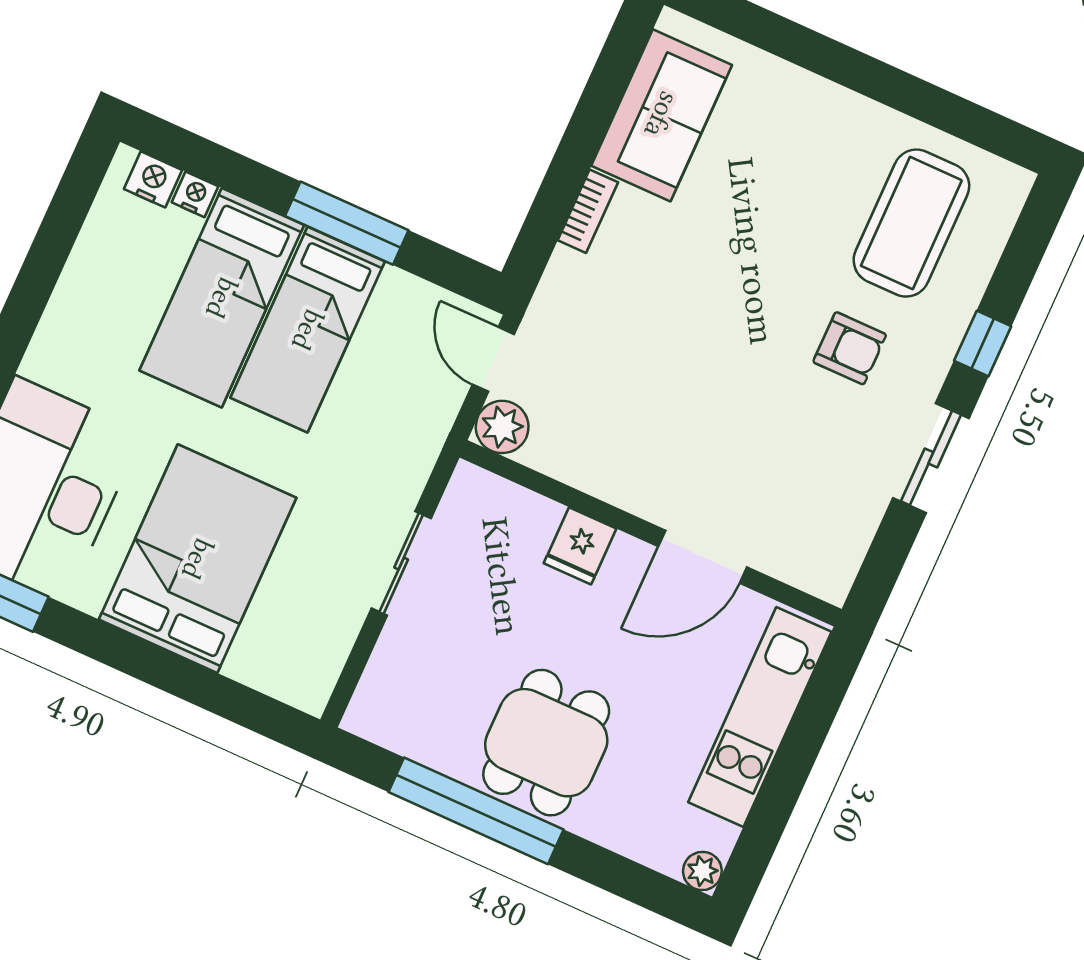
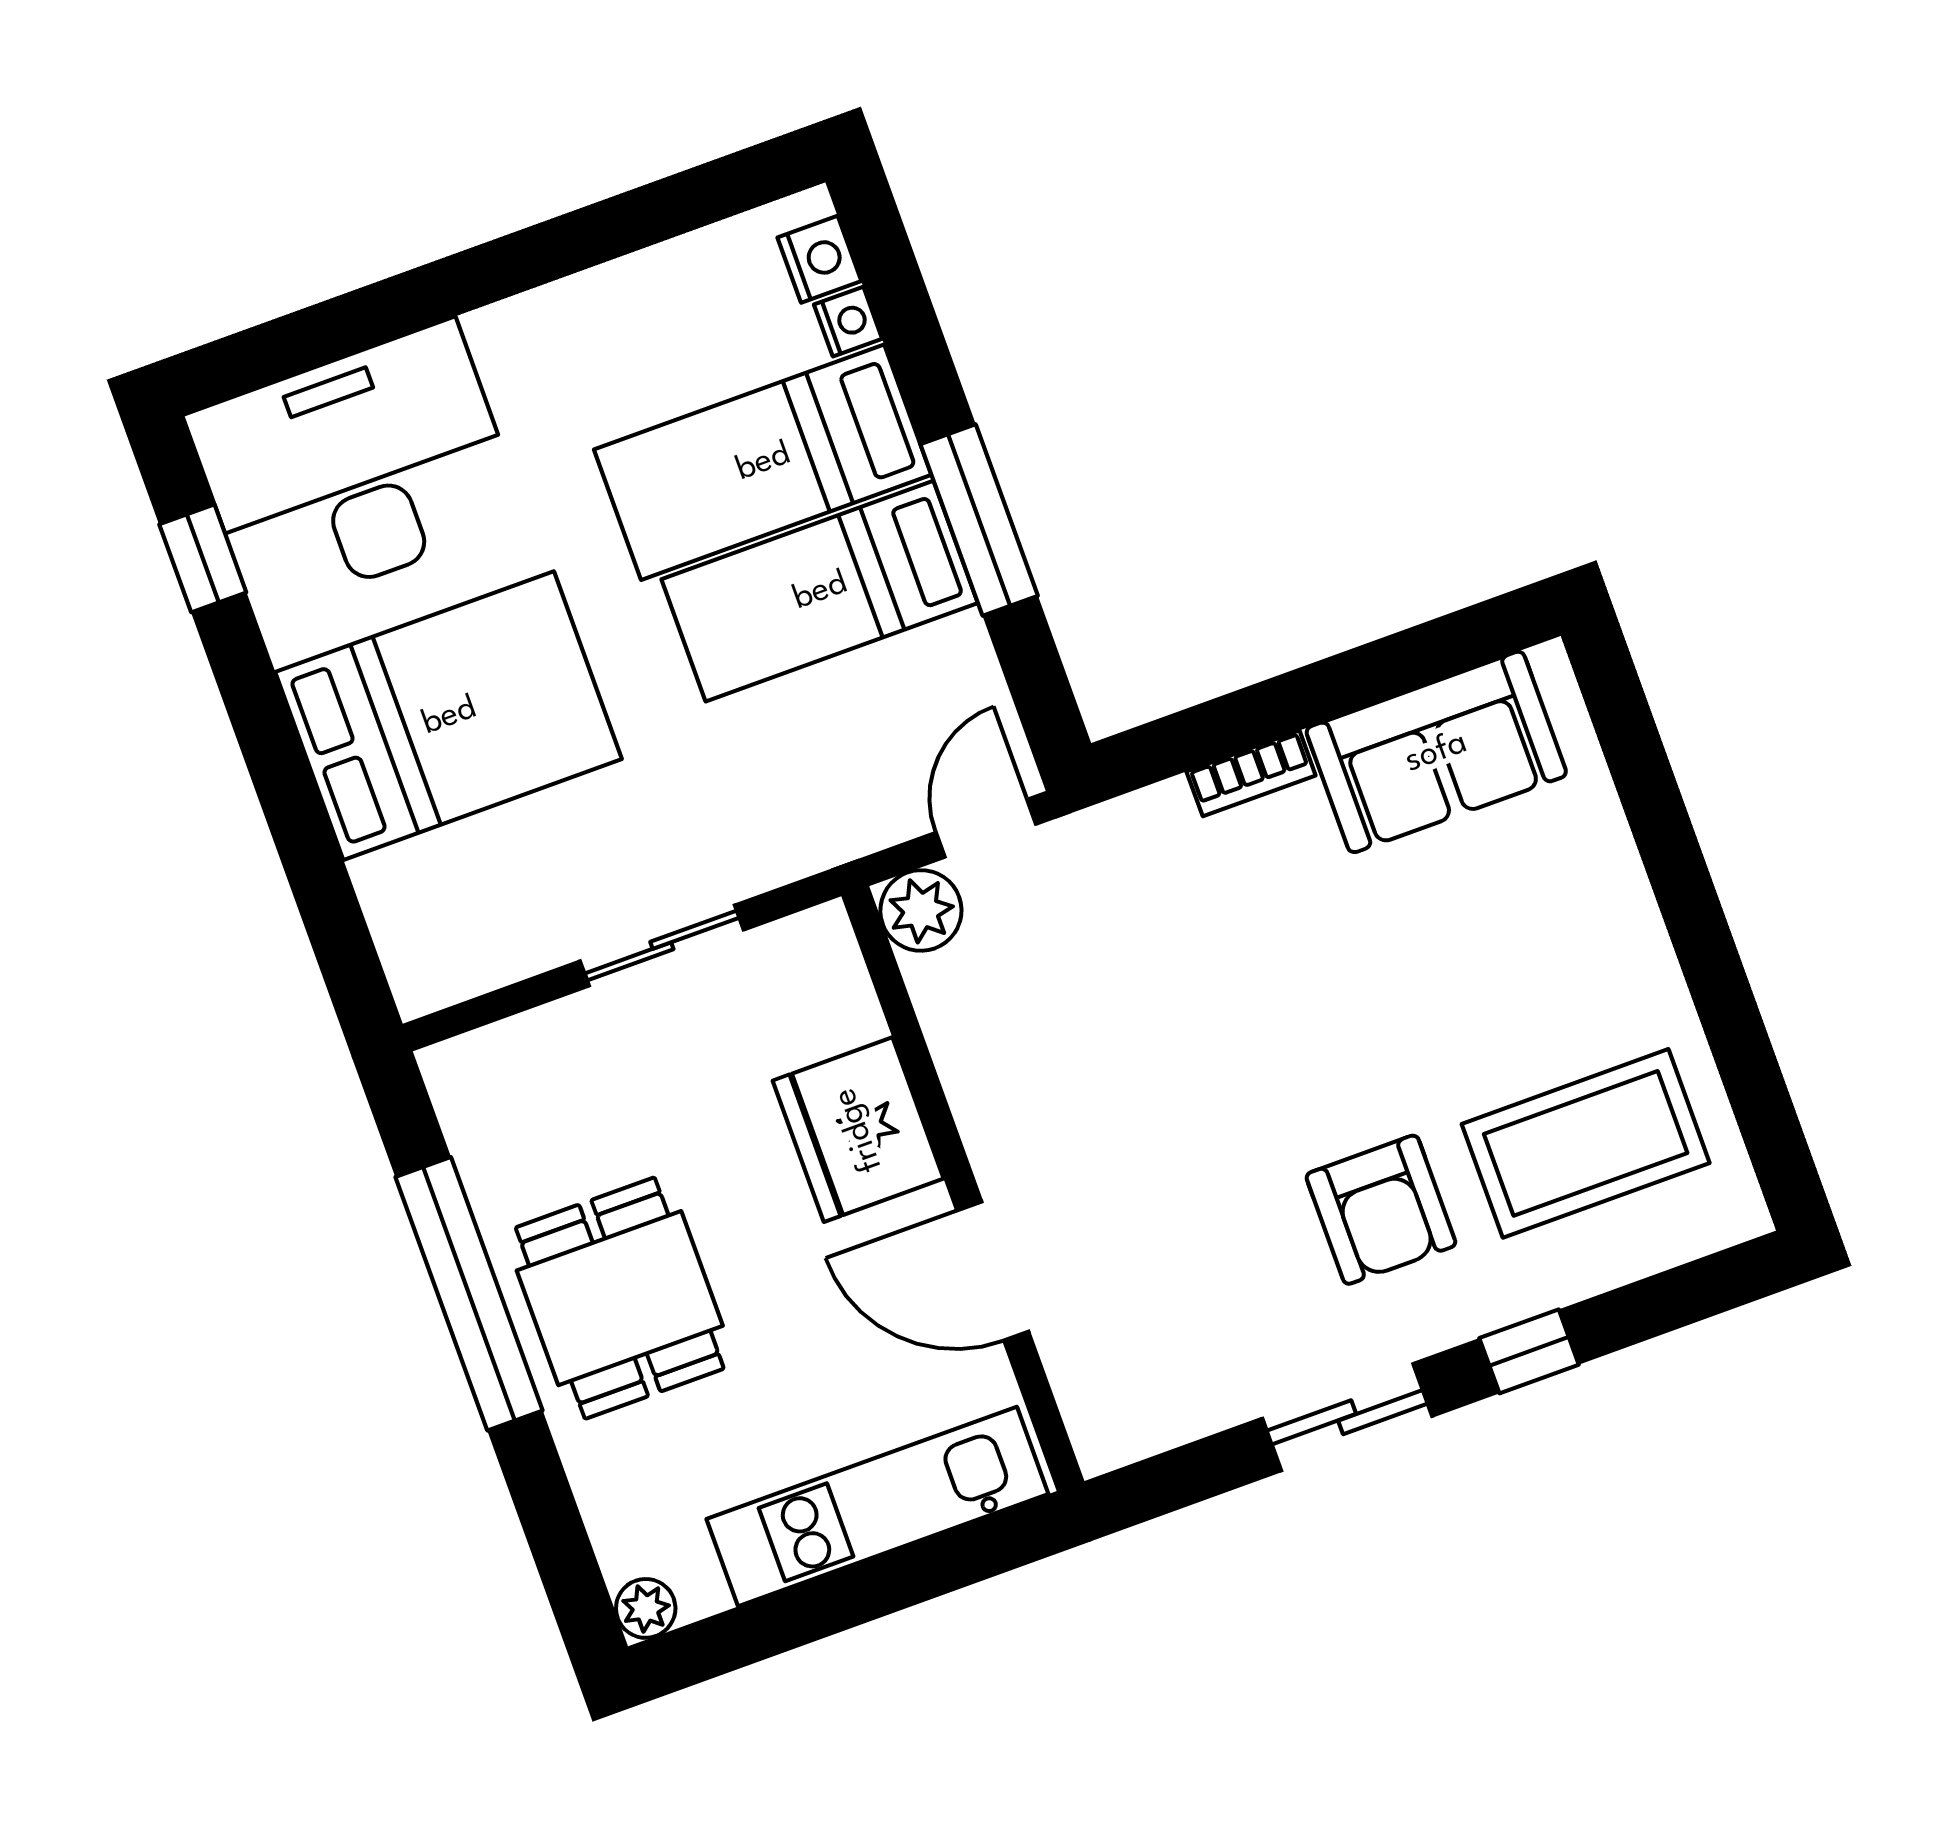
armchair: (850, 348) -> (1381, 1210), width x1.38, depth x1.38
fridge: (580, 546) -> (858, 1130), width x1.88, depth x1.34
dining table: (546, 743) -> (620, 1298), turned 90

